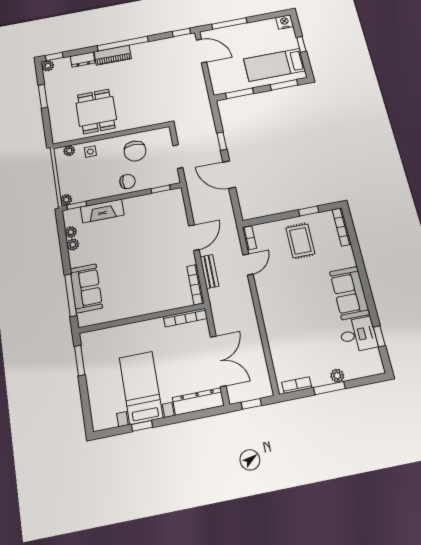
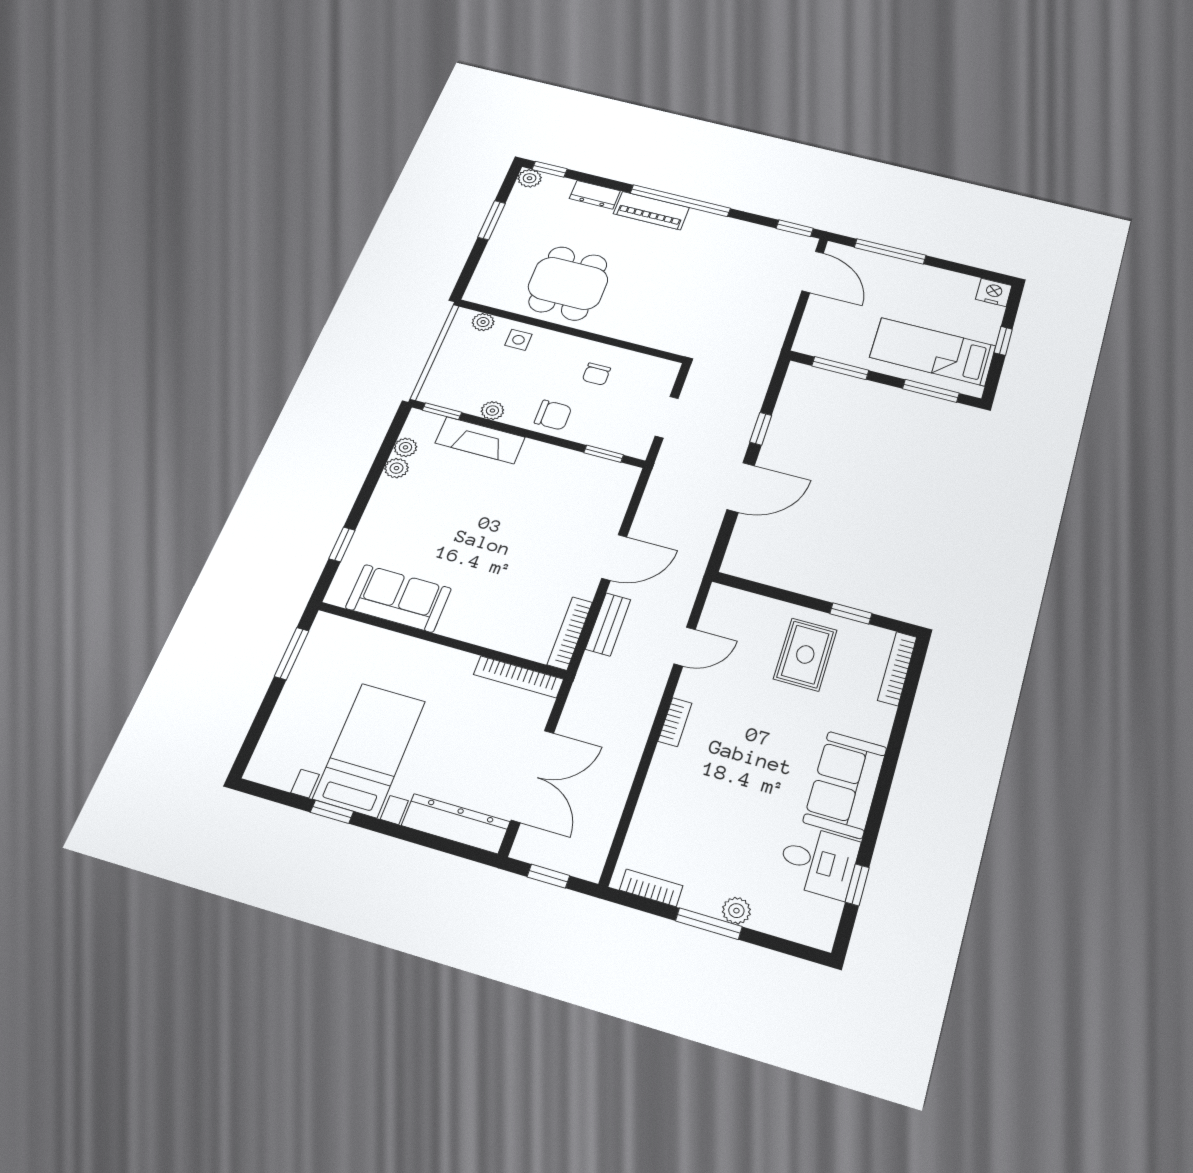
chair: (135, 151) -> (596, 374), width x0.54, depth x0.54
door: (229, 175) -> (741, 487), swing flipped
plant: (66, 200) -> (492, 411), moved
bookcase: (249, 238) -> (675, 722), moved
sofa: (86, 288) -> (398, 598), moved, turned -90
window: (70, 295) -> (342, 544), width x0.46

